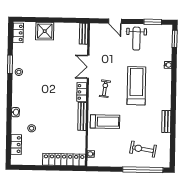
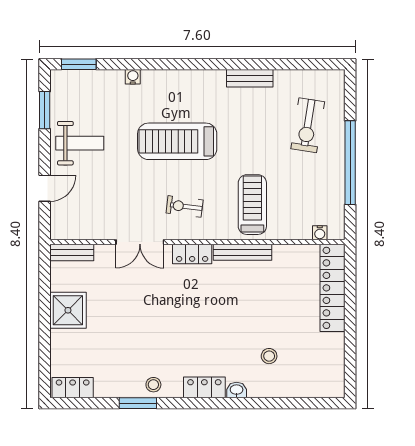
shower: (45, 31) -> (68, 310), moved
locker: (16, 145) -> (204, 387), moved
window: (143, 170) -> (350, 163), moved

